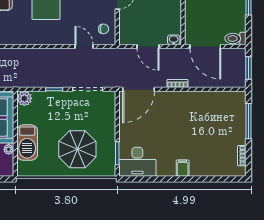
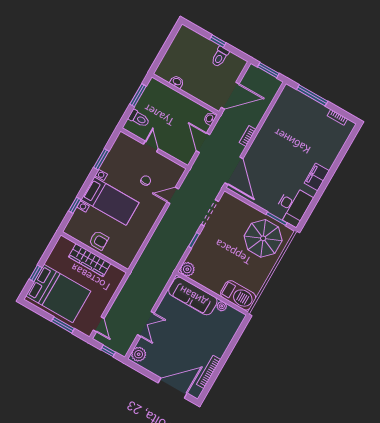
chair: (104, 29) -> (146, 181), moved
toilet: (235, 38) -> (220, 57), moved
door: (148, 46) -> (203, 143), swing flipped
barbecue: (27, 143) -> (238, 295), moved
parasol: (77, 149) -> (263, 238), moved
filing cabinet: (183, 168) -> (317, 177), width x2.00

